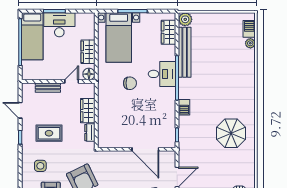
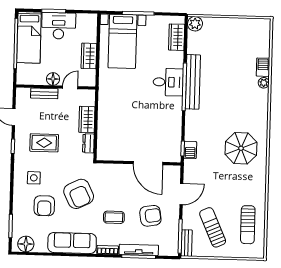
barbecue: (249, 29) -> (263, 67), moved
plant: (250, 43) -> (264, 83), moved
bench: (185, 52) -> (193, 82), moved
floor lamp: (89, 74) -> (53, 79), moved
chair: (130, 83) -> (133, 91), removed
barbecue: (184, 107) -> (190, 150), moved

